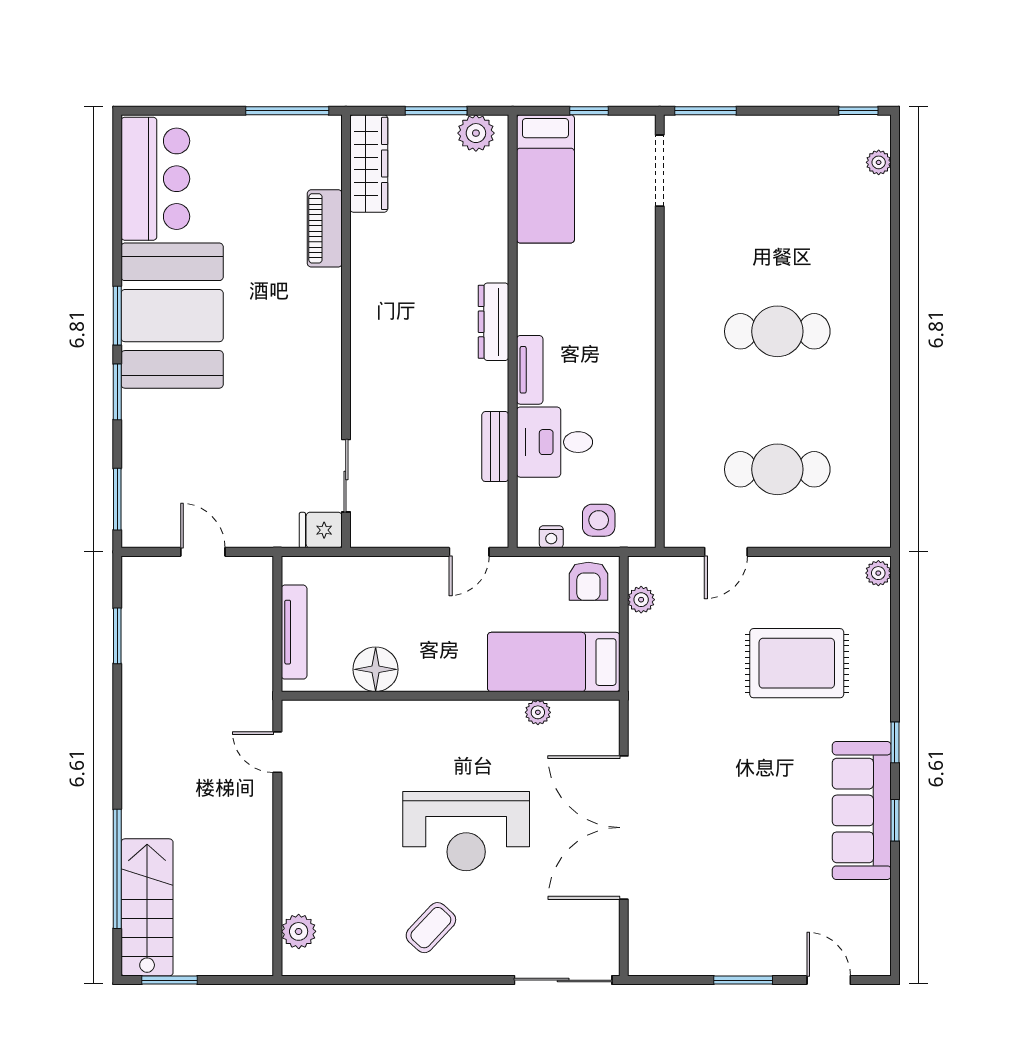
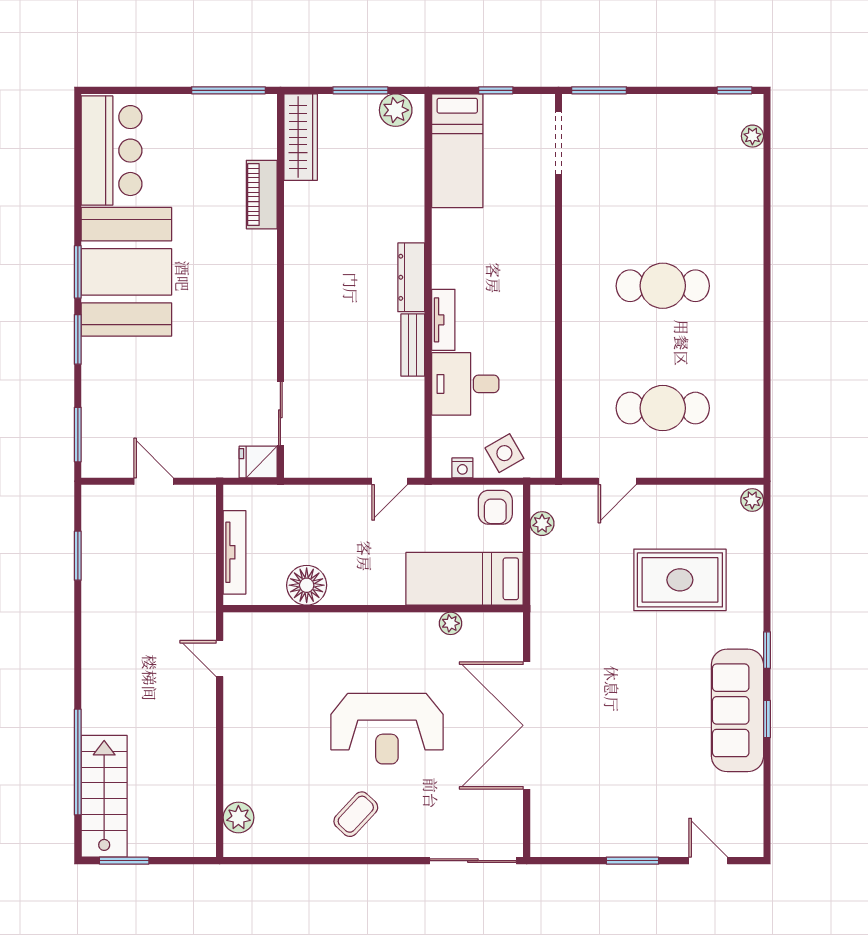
bench: (495, 447) -> (413, 345), moved
side table: (599, 520) -> (504, 453), turned -30

